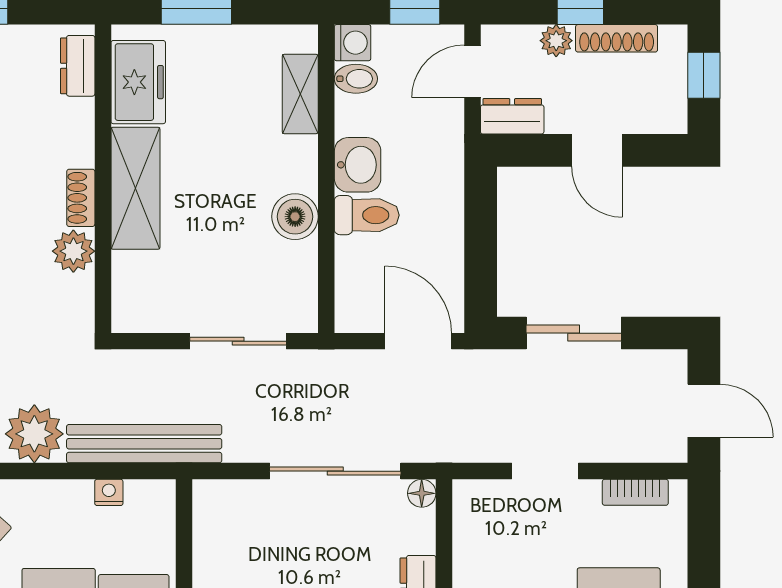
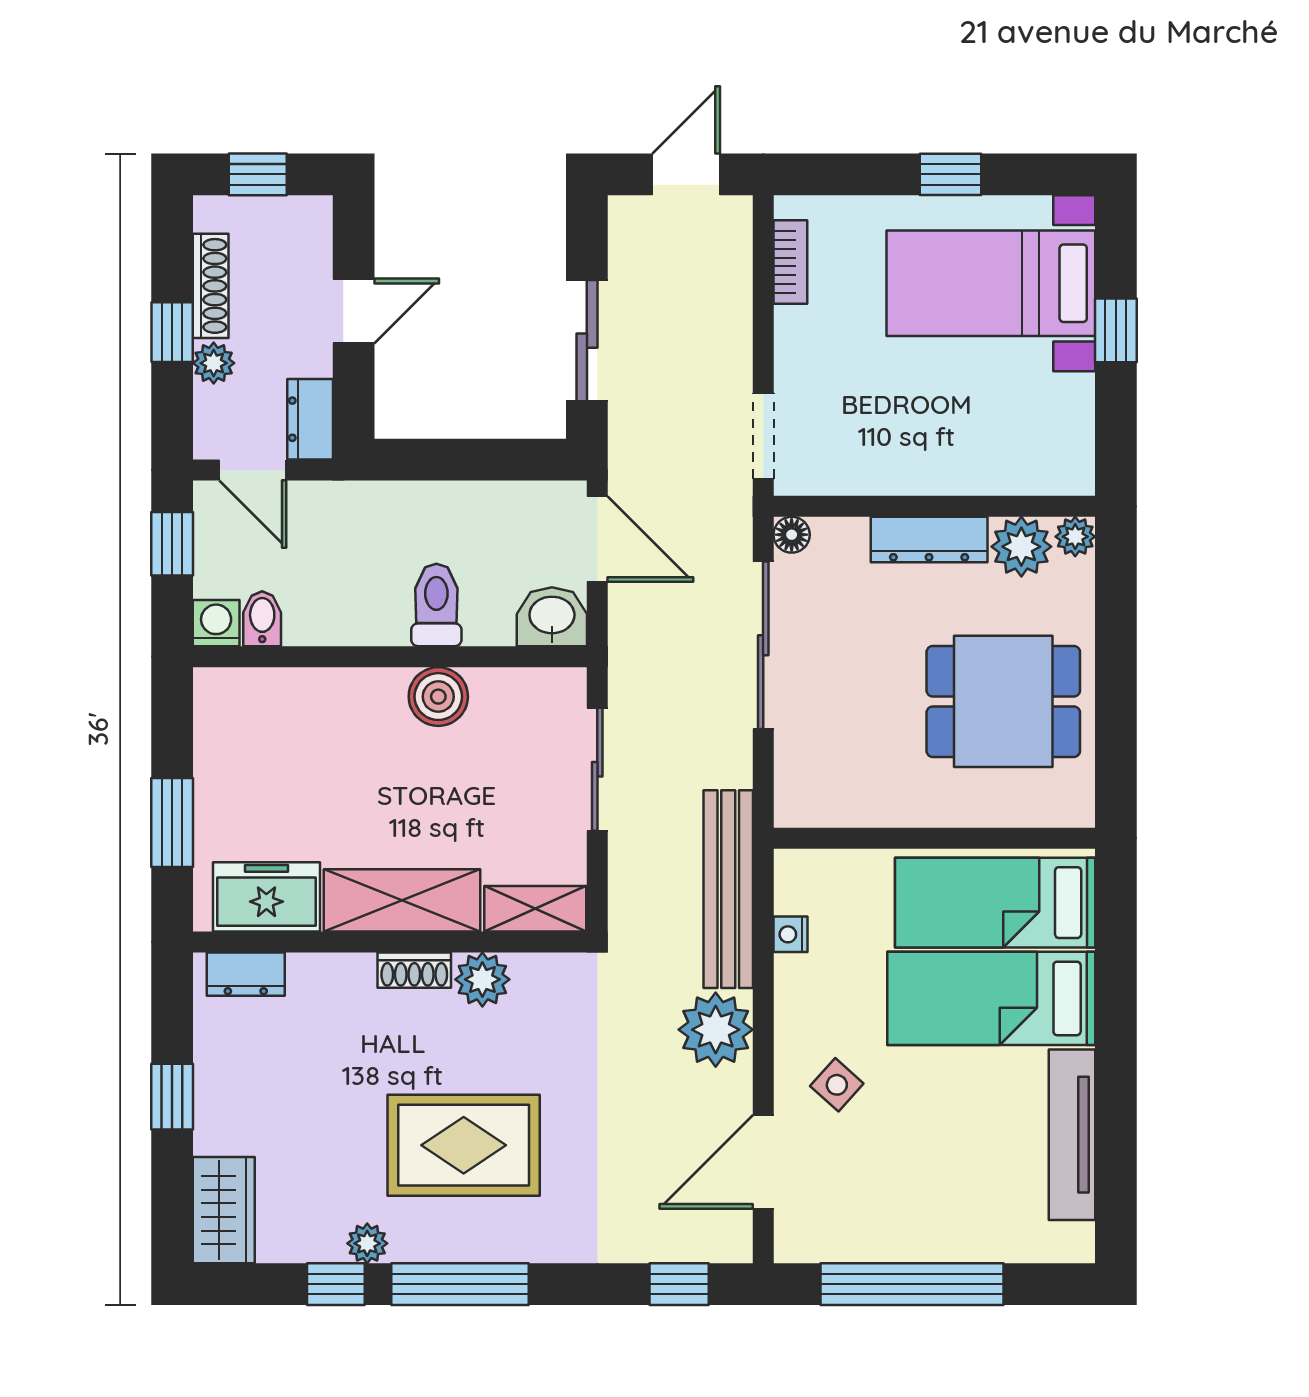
shelving: (300, 94) -> (535, 909), moved
washbasin: (358, 165) -> (552, 617), moved
door: (418, 341) -> (597, 539), swing flipped
doorway: (545, 471) -> (763, 436), moved

